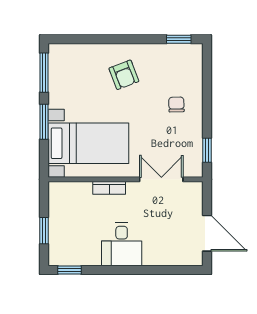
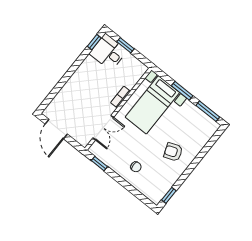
door: (207, 233) -> (56, 129), hinge flipped
desk: (122, 244) -> (108, 52), moved

